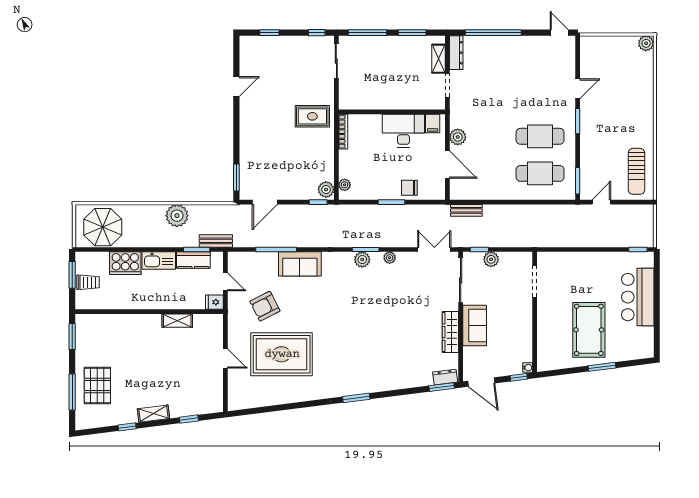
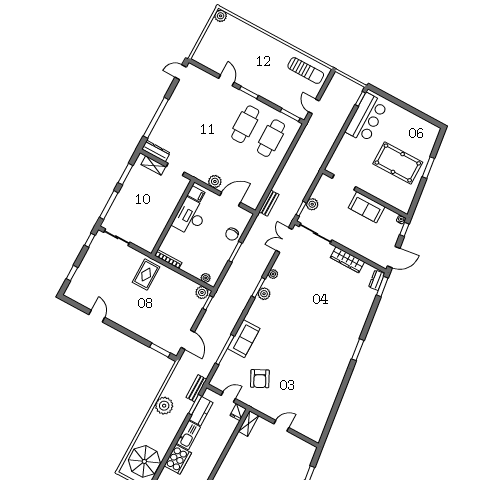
bar counter: (638, 297) -> (366, 118), moved, turned -90
shelving: (177, 321) -> (249, 424), moved
sofa: (475, 326) -> (367, 207), moved, turned 180
rug: (282, 354) -> (299, 385), removed

